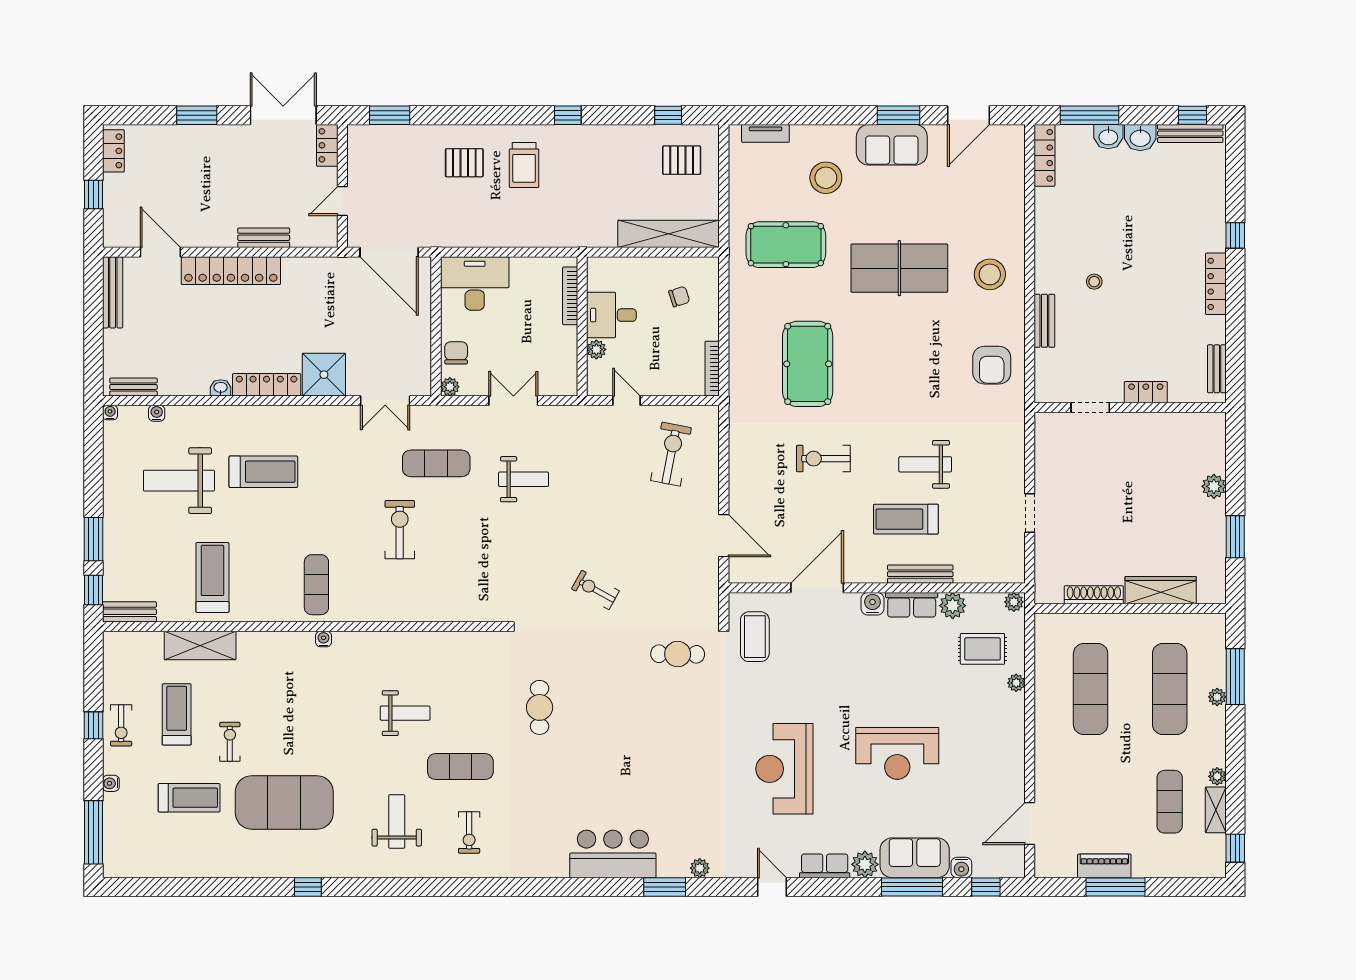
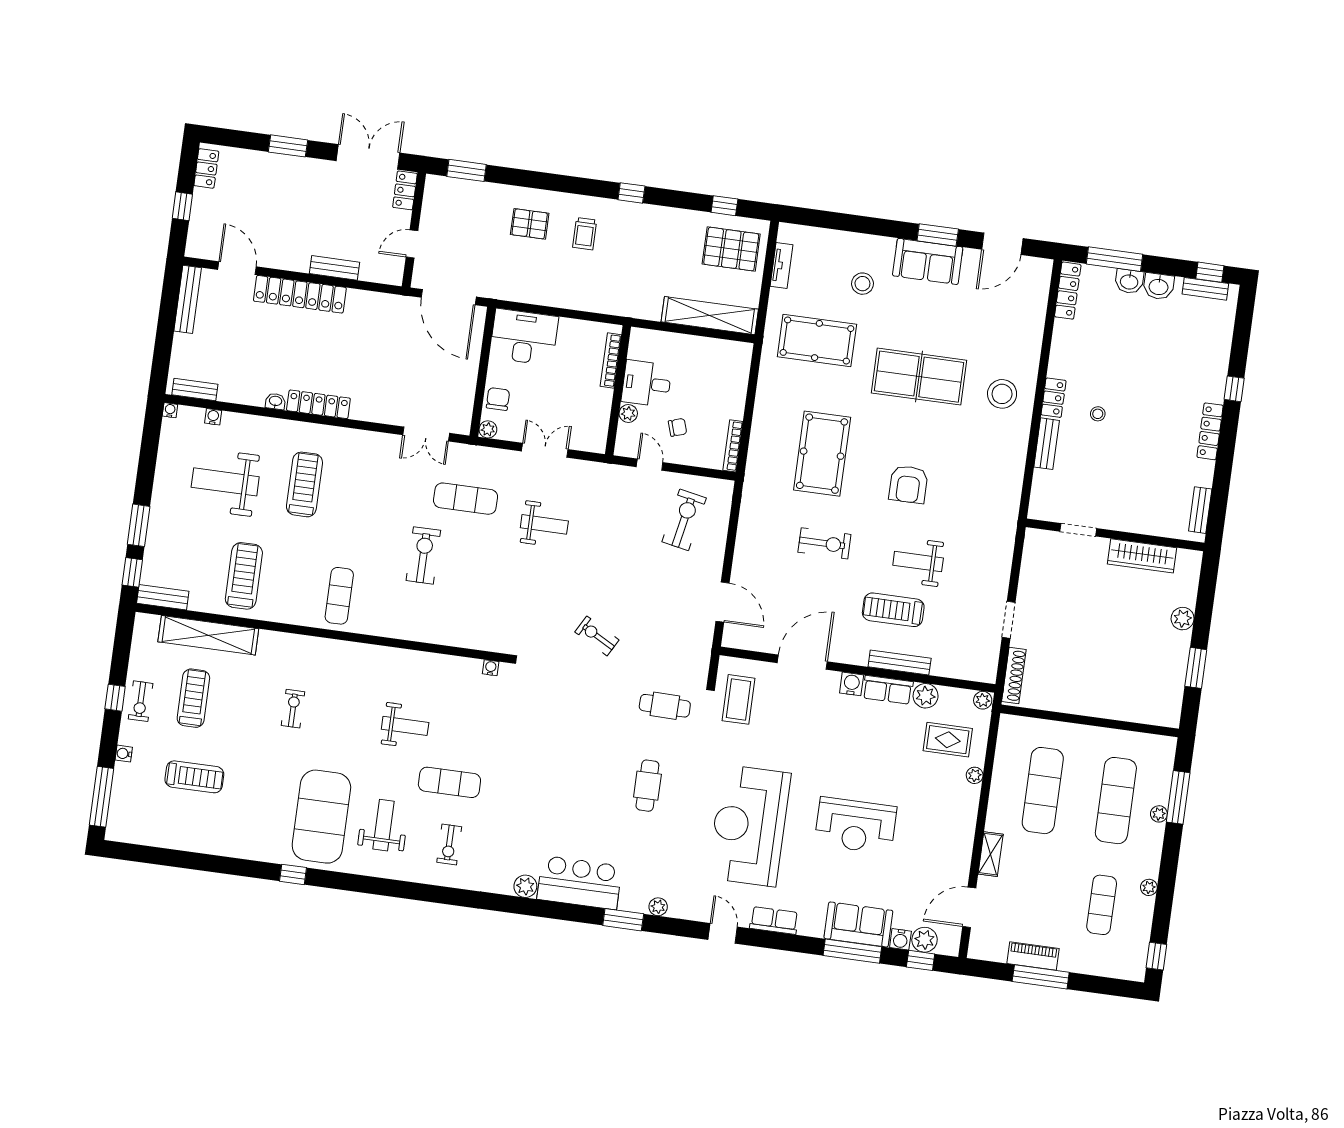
tv unit: (765, 133) -> (781, 266), moved, turned -90
bench: (1190, 133) -> (1205, 289), width x0.73
pallet: (682, 160) -> (731, 249), width x1.50, depth x1.42
trolley: (524, 165) -> (585, 234), width x0.73, depth x0.72
stool: (826, 178) -> (862, 284), width x0.73, depth x0.73
chair: (679, 297) -> (678, 427), moved
armchair: (992, 365) -> (908, 484), moved
shower: (324, 375) -> (373, 402), removed
locker: (1146, 392) -> (1054, 398), moved, turned 90
exercise bike: (823, 459) -> (824, 543), turned 180
treadmill: (263, 472) -> (304, 484), turned -90
wardrobe: (1161, 590) -> (1142, 556), moved, turned 180
shoe rack: (1094, 595) -> (1014, 675), moved, turned 90
water cooler: (323, 639) -> (491, 668), moved
shelving: (200, 646) -> (208, 635), width x1.47
cafe table: (540, 707) -> (647, 786), moved
exercise bike: (230, 742) -> (293, 709), moved
reception desk: (784, 769) -> (749, 826), width x1.36, depth x1.30
exercise mat: (284, 802) -> (321, 817), moved, turned 90
shelving: (1216, 810) -> (991, 854), moved
plant: (865, 864) -> (925, 940), moved
plant: (556, 866) -> (525, 886), added

